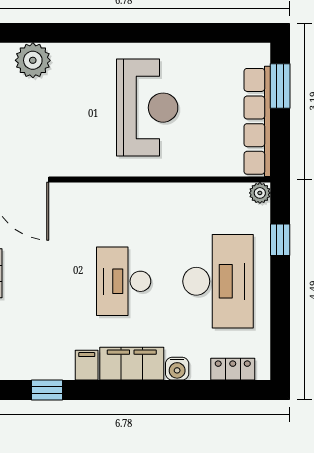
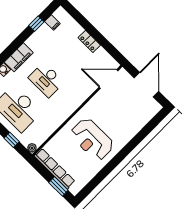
plant: (33, 60) -> (141, 119), removed
desk: (124, 281) -> (46, 80), turned 180
filing cabinet: (87, 365) -> (52, 23), moved

